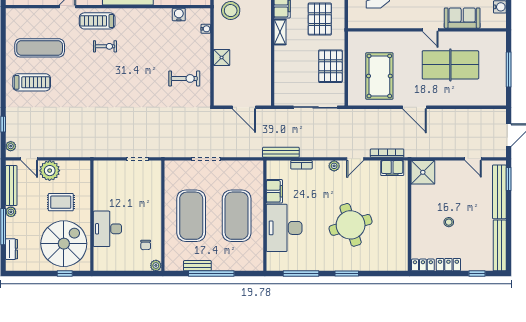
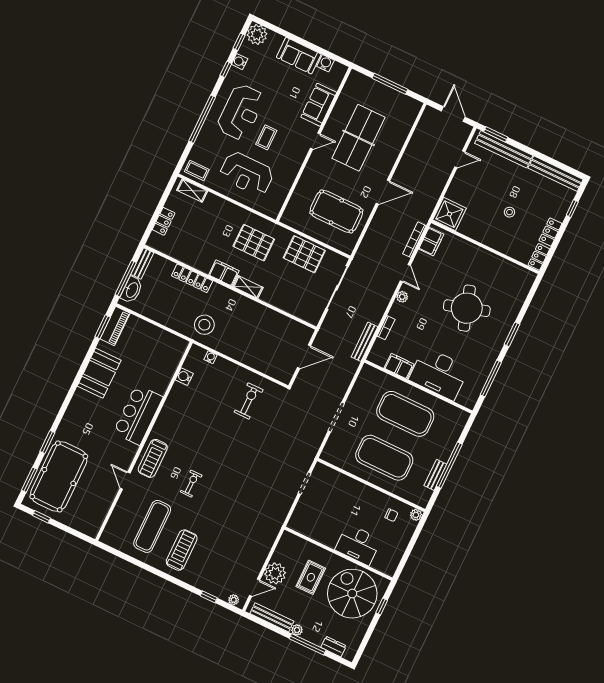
exercise bike: (105, 46) -> (191, 484), moved
shower: (222, 57) -> (246, 355), removed

